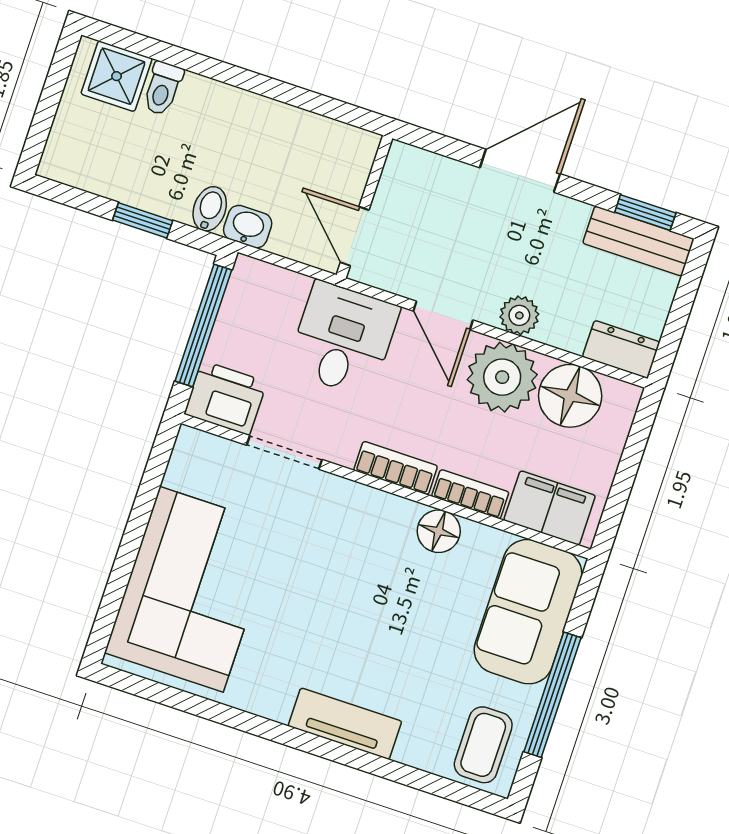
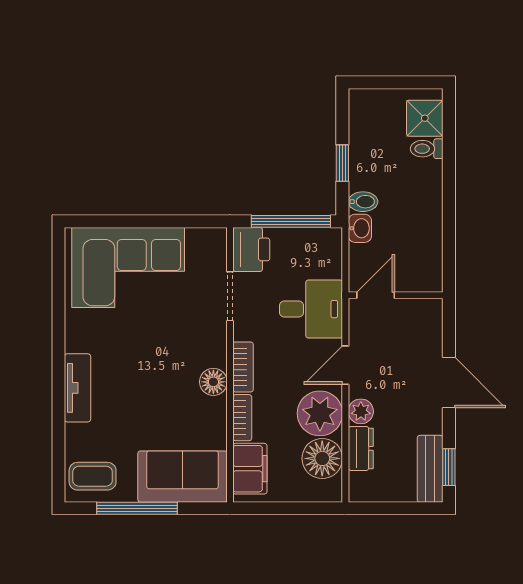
dresser: (621, 349) -> (361, 448), moved
floor lamp: (439, 531) -> (213, 382), moved

